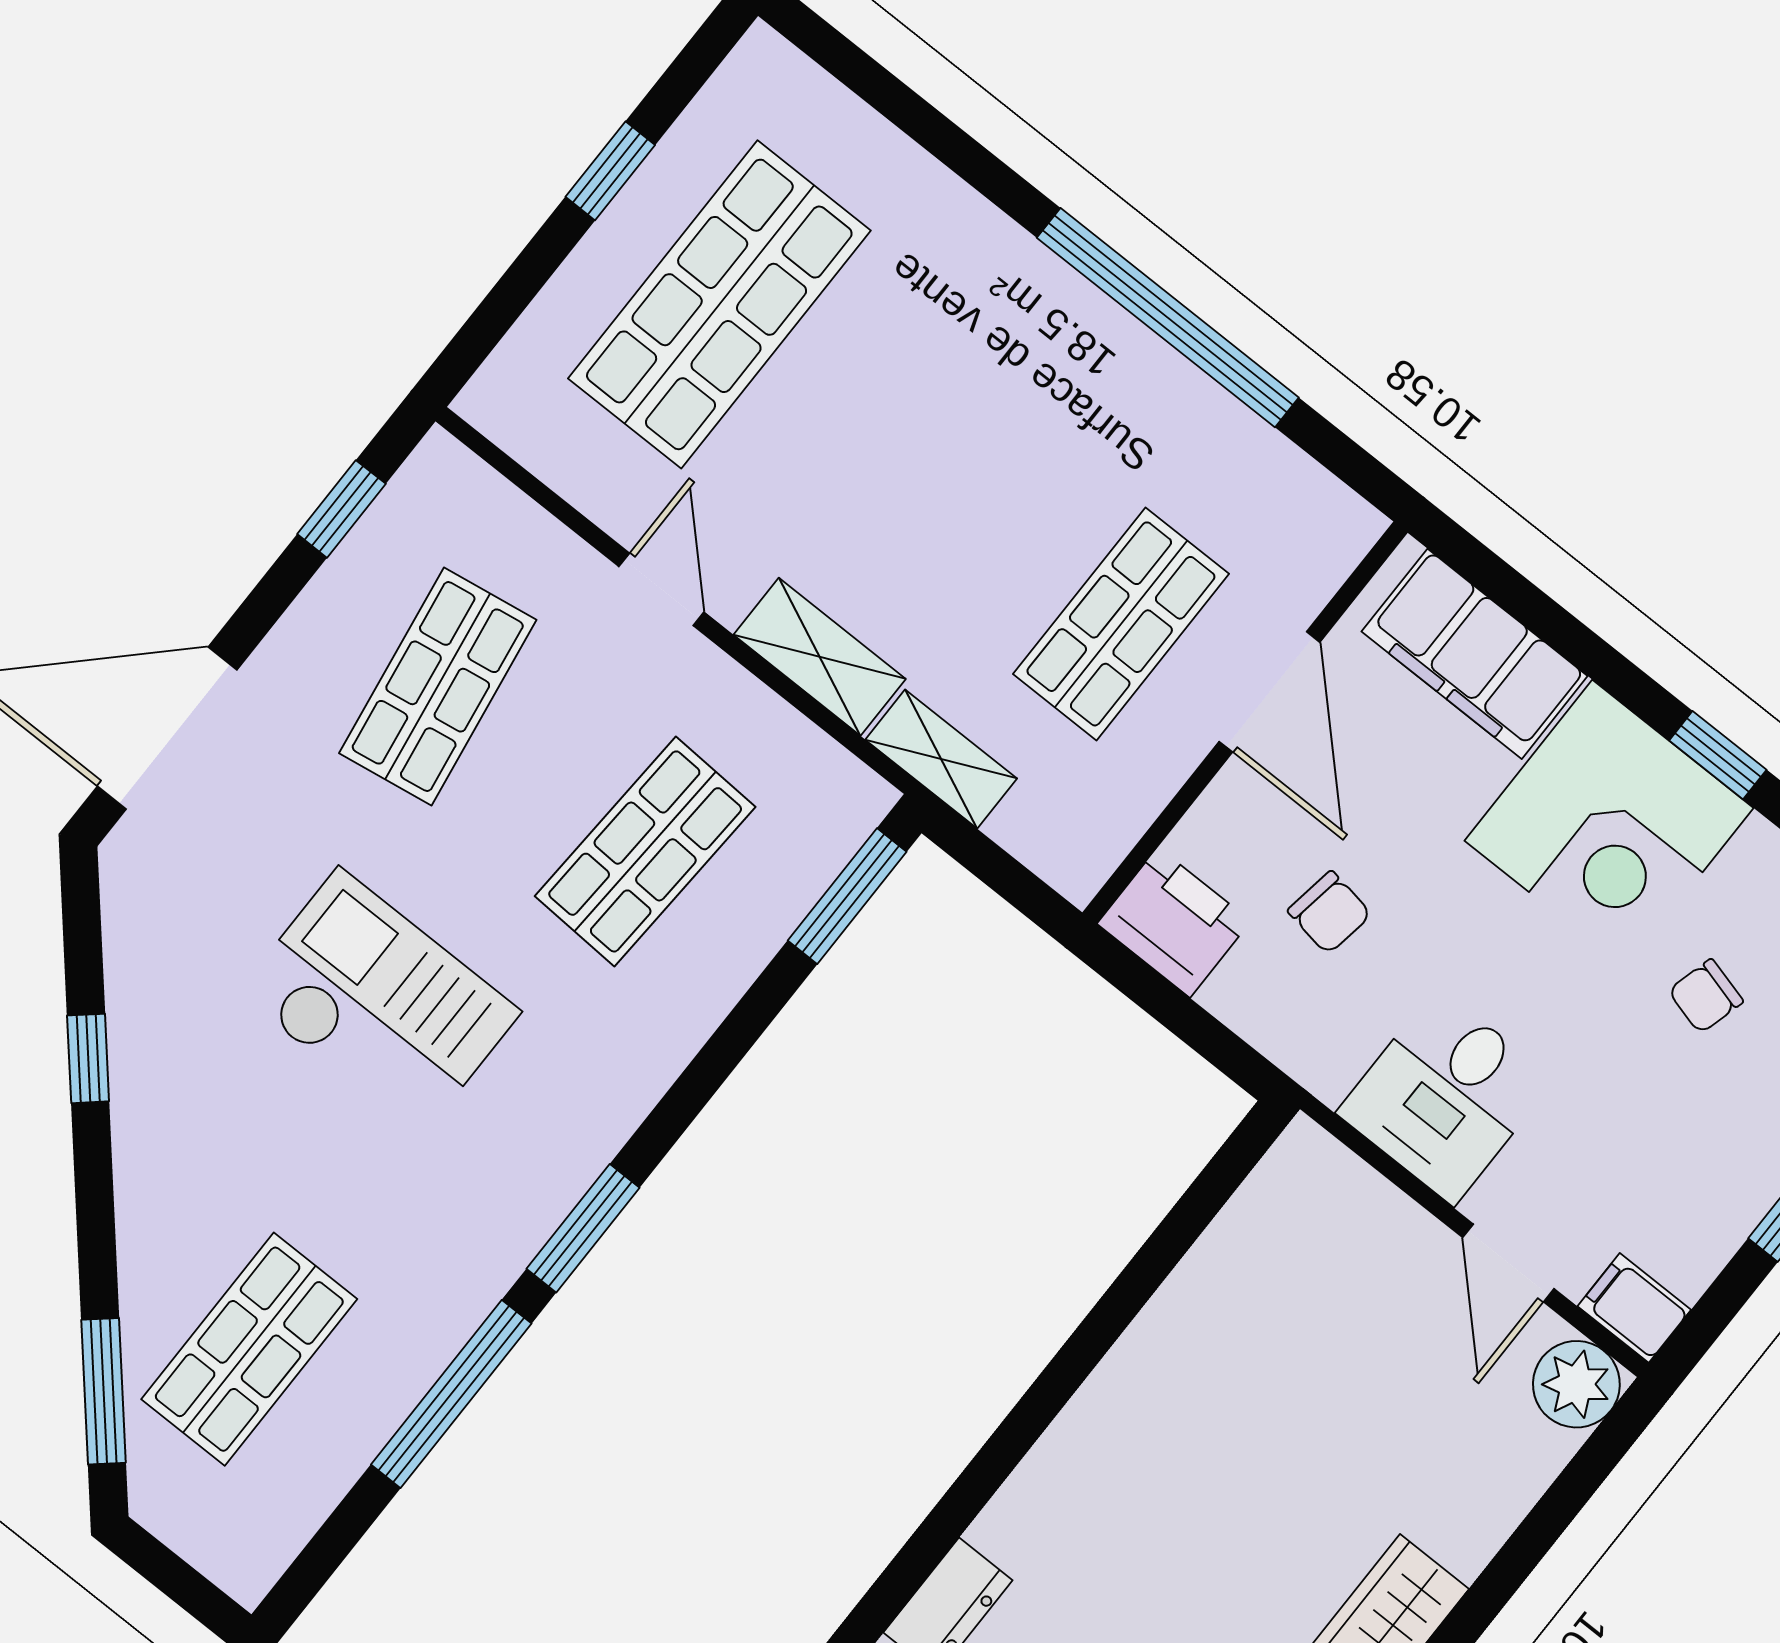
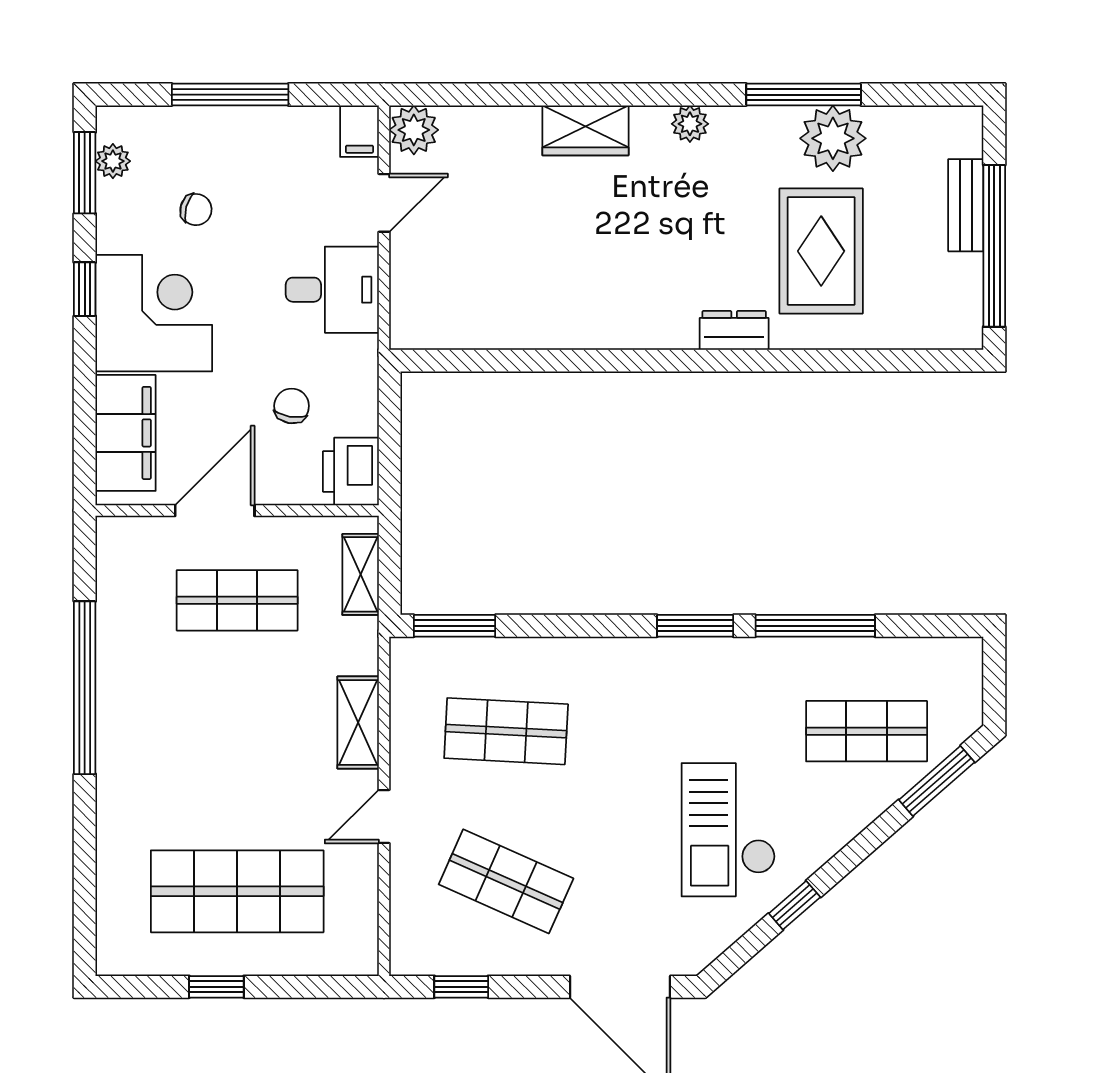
shop shelf: (438, 687) -> (506, 881), turned 33
shelving: (941, 759) -> (361, 574), moved
checkout: (379, 1003) -> (728, 830), moved

